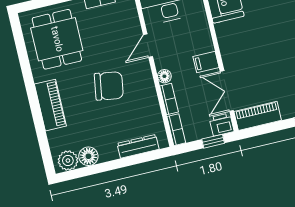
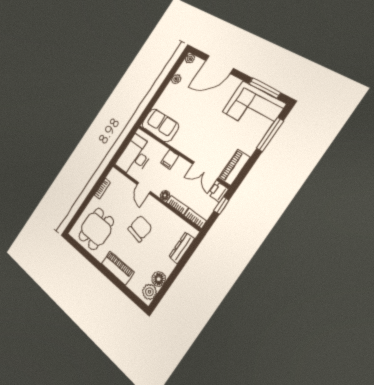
dining table: (57, 39) -> (96, 229), turned 90
filing cabinet: (206, 62) -> (170, 159), moved

